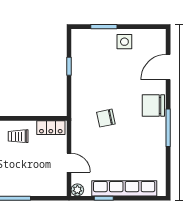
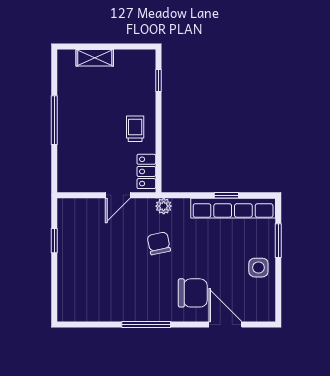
chair: (153, 105) -> (193, 293), moved, turned 90
door: (69, 163) -> (118, 195), moved
row of seats: (124, 188) -> (233, 208), moved, turned 90
plant: (77, 190) -> (164, 206), moved

